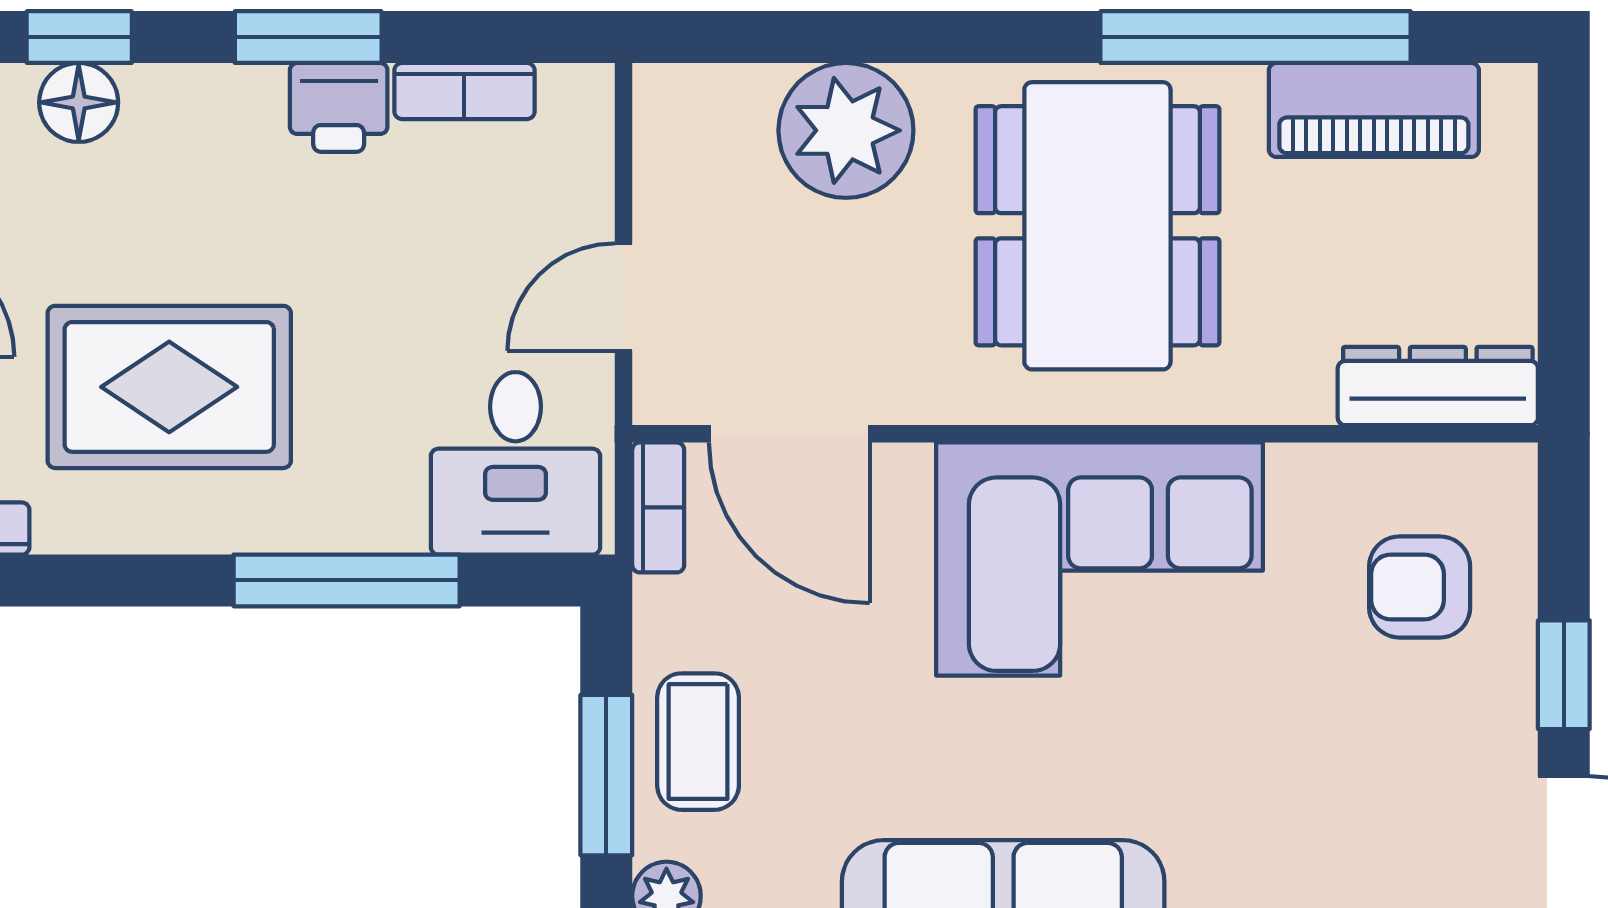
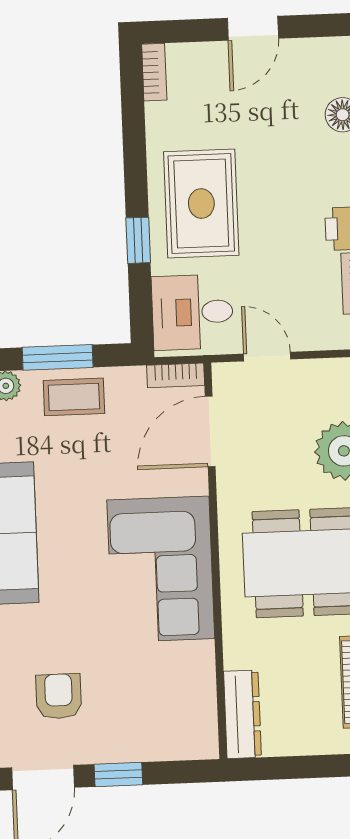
rug: (169, 387) -> (201, 204), moved
window: (347, 580) -> (138, 240), width x0.46
armchair: (1420, 587) -> (59, 696), moved

